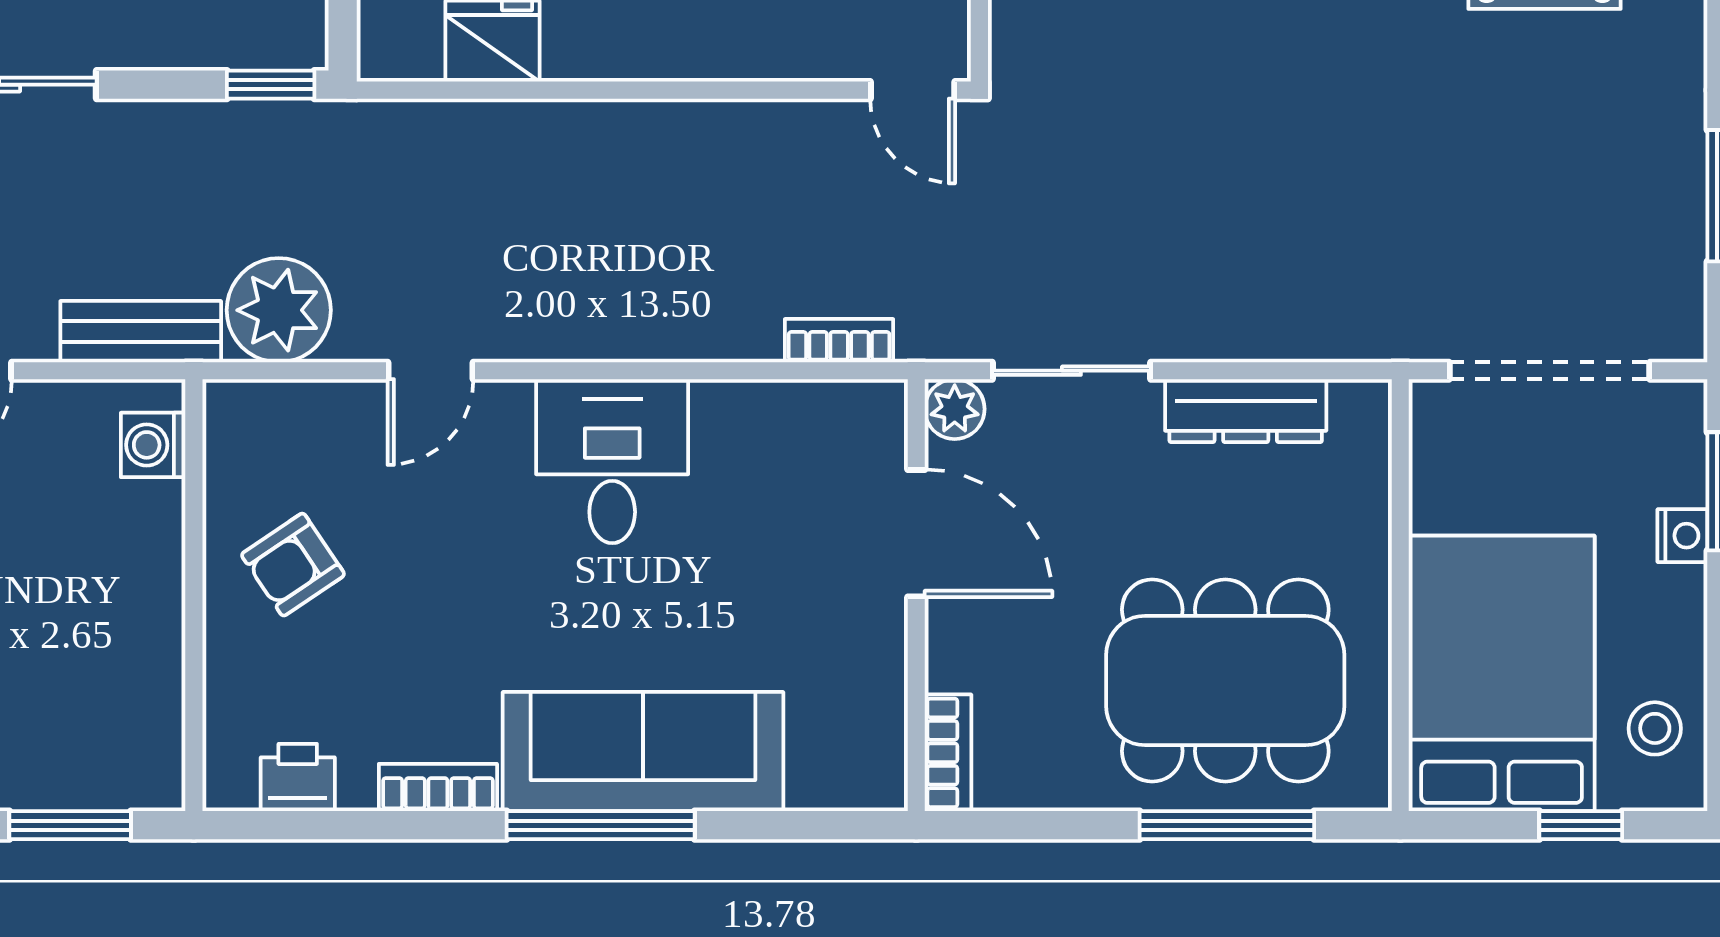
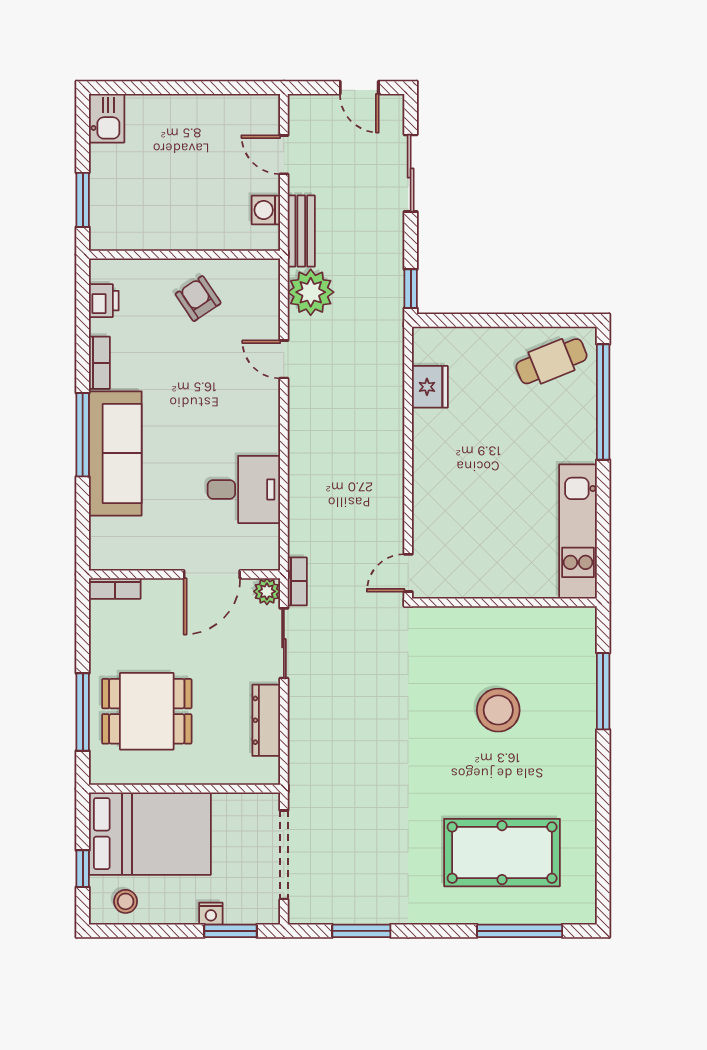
bookcase: (839, 341) -> (297, 581), moved
washing machine: (153, 445) -> (266, 210), moved, turned -90
desk: (612, 461) -> (244, 489), moved
dining table: (1225, 680) -> (147, 711), width x0.73

